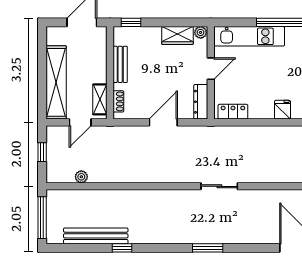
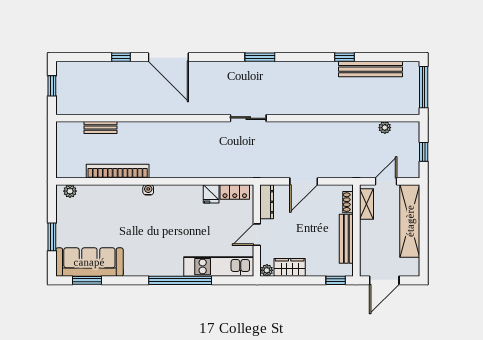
bench: (120, 64) -> (346, 239), width x1.36
fridge: (282, 110) -> (211, 194), moved

